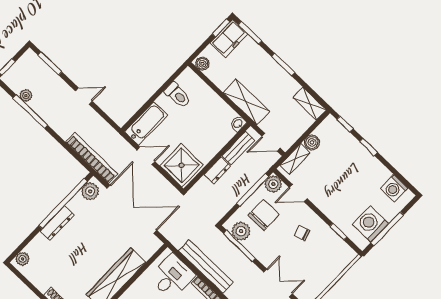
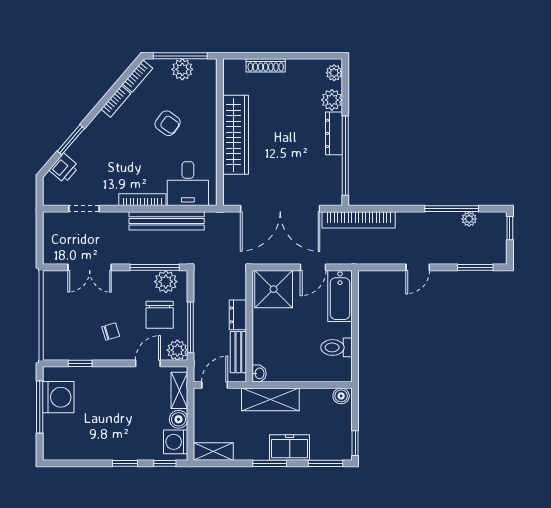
freezer: (229, 38) -> (290, 448), moved, turned 90
washing machine: (394, 188) -> (176, 442), moved, turned -90
plant: (90, 191) -> (332, 100), moved

